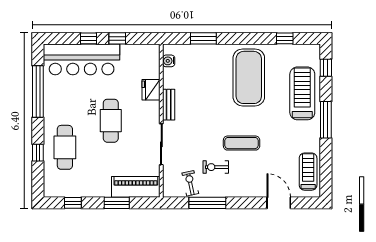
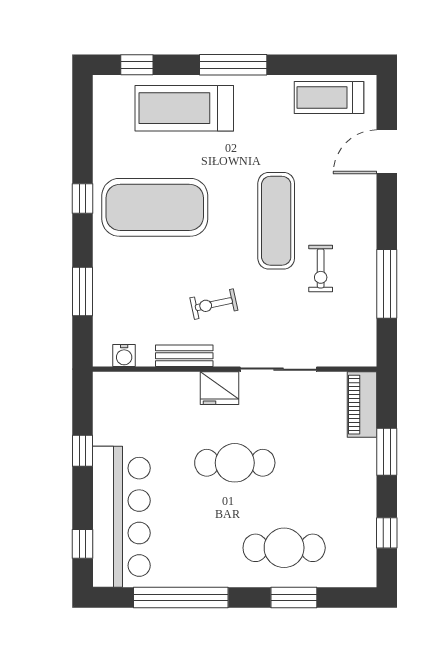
window: (89, 38) -> (82, 544), moved
window: (285, 38) -> (82, 199), moved
fridge: (151, 90) -> (219, 388), moved
bench: (169, 105) -> (184, 356), moved
exercise mat: (242, 143) -> (276, 221), width x1.36, depth x1.45
window: (38, 153) -> (294, 598), width x1.50
exercise bike: (190, 183) -> (214, 304), moved
piano: (136, 187) -> (362, 405), width x0.73, depth x0.75

